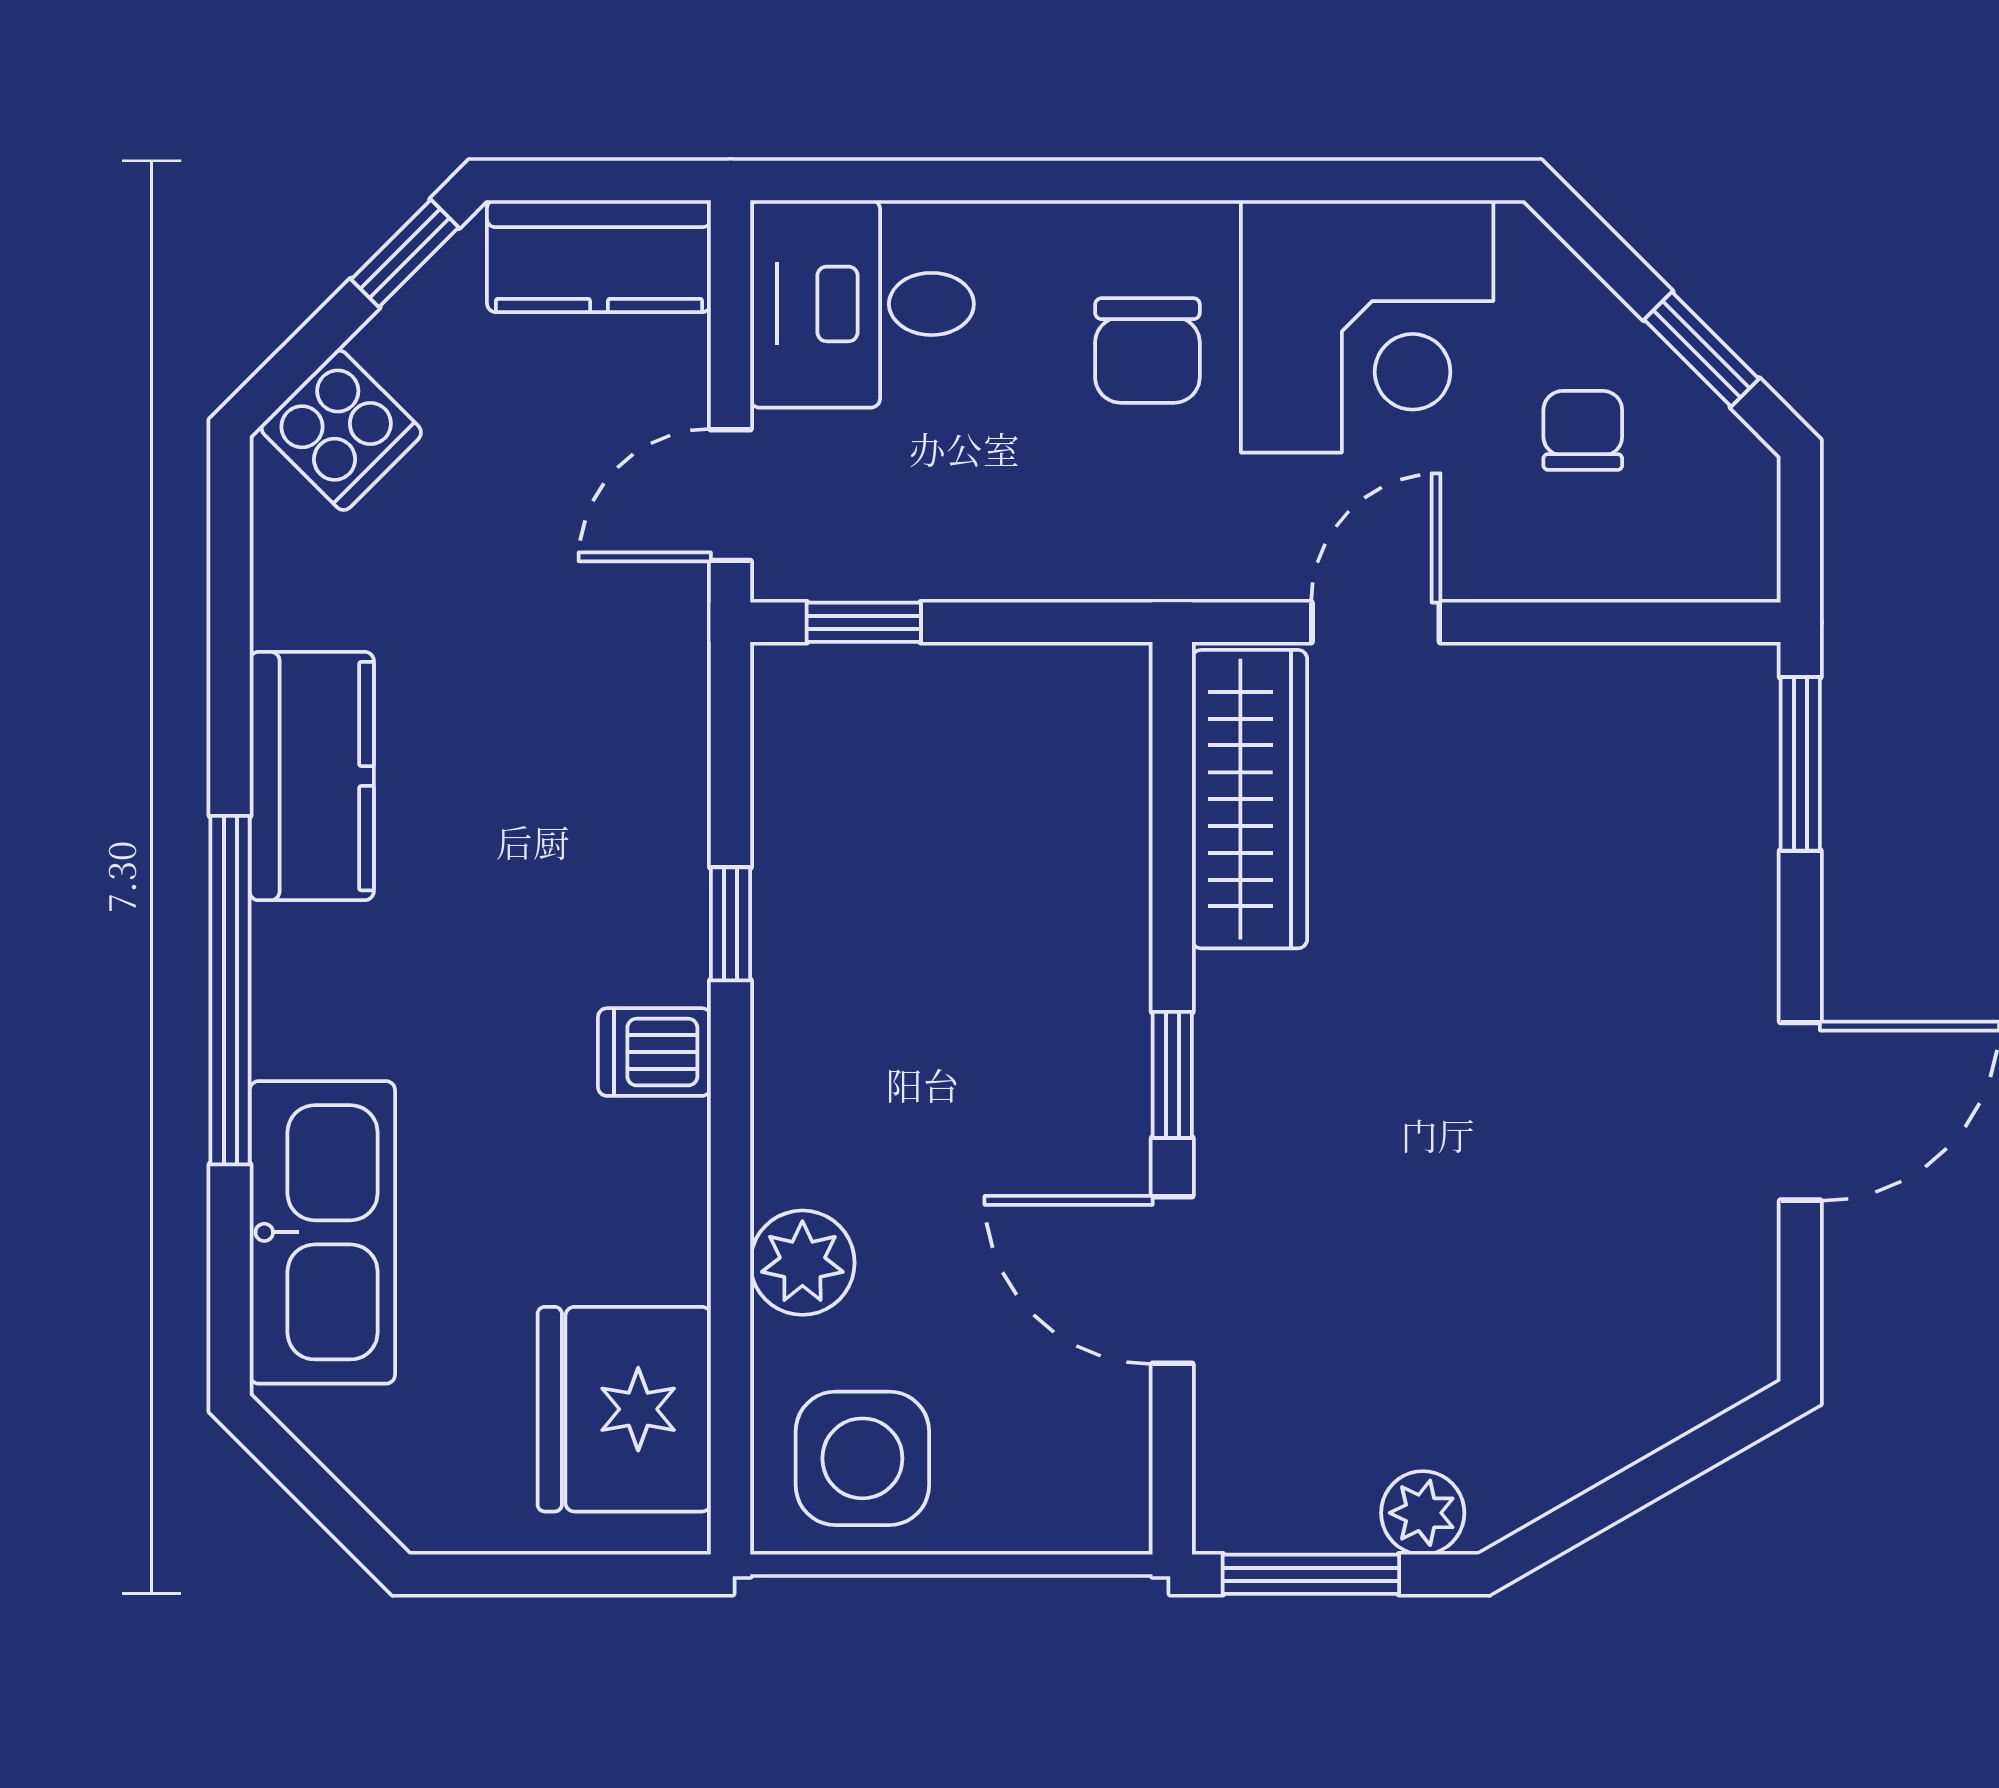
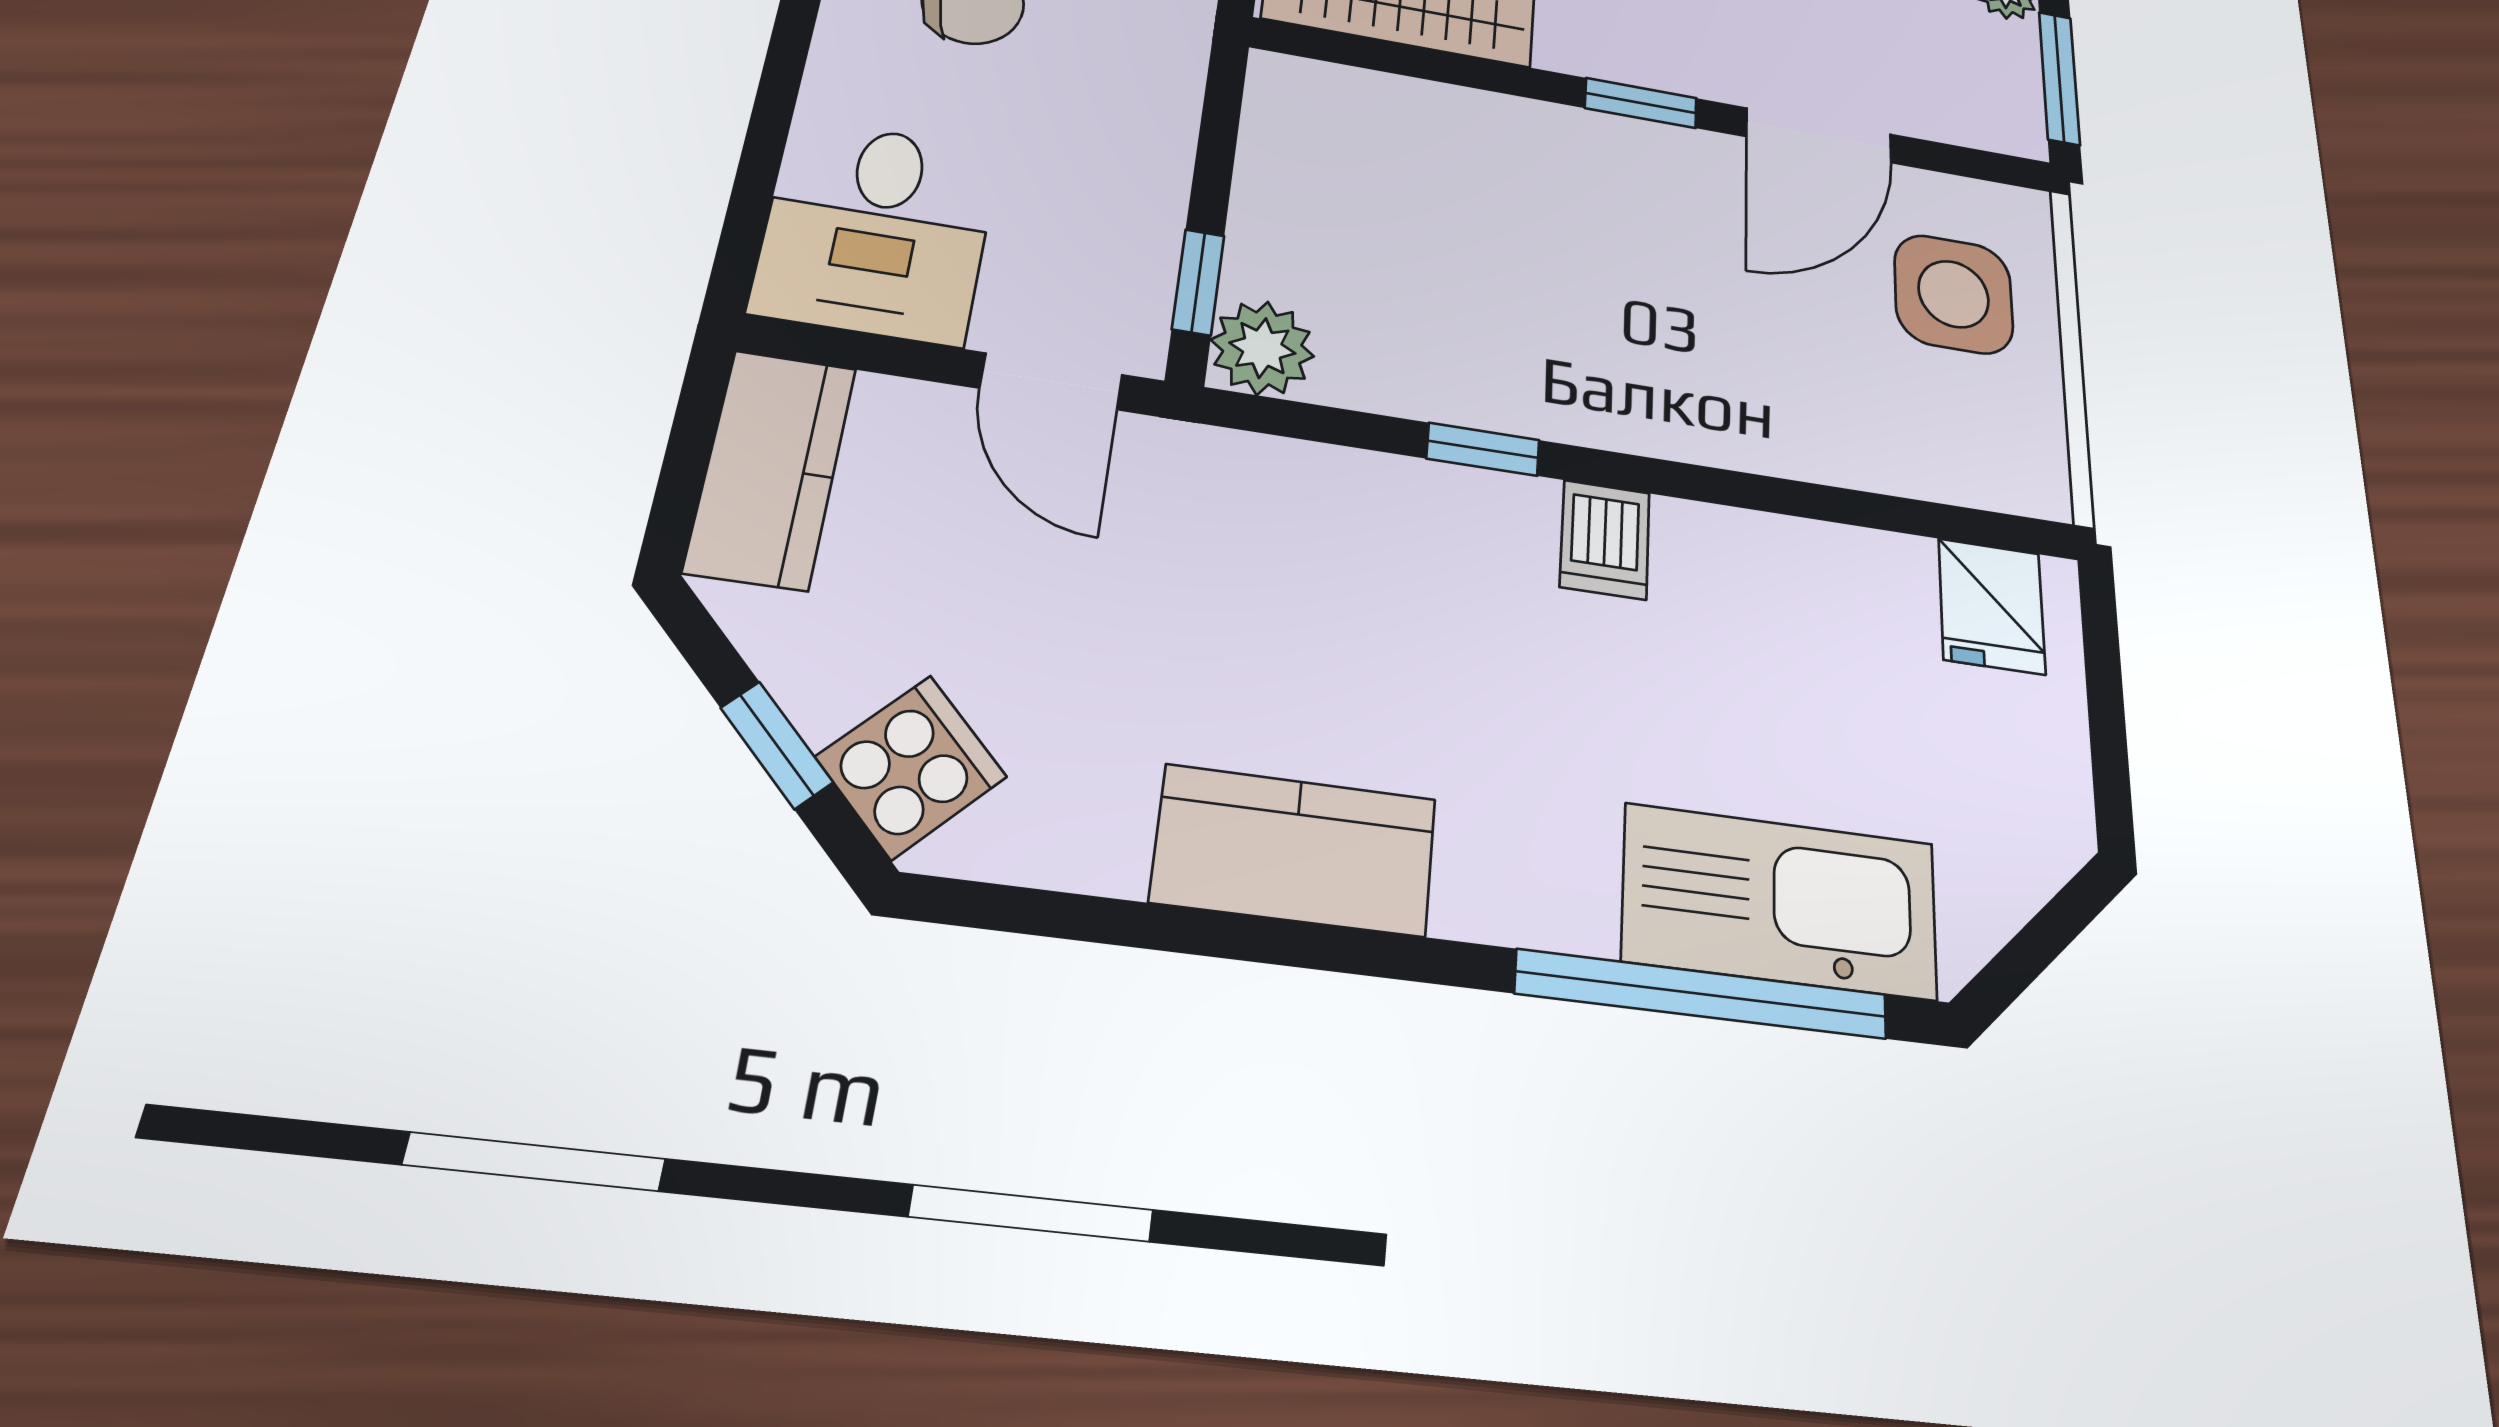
window: (405, 253) -> (777, 745), moved
window: (230, 990) -> (1703, 994), moved
plant: (802, 1263) -> (1262, 348), moved
fridge: (624, 1409) -> (1992, 606), width x0.53, depth x0.75
side table: (862, 1458) -> (1954, 294), moved

